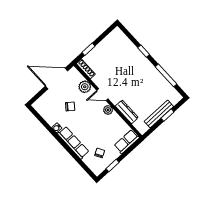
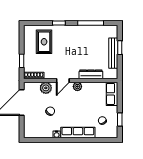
rug: (119, 53) -> (44, 42), added

